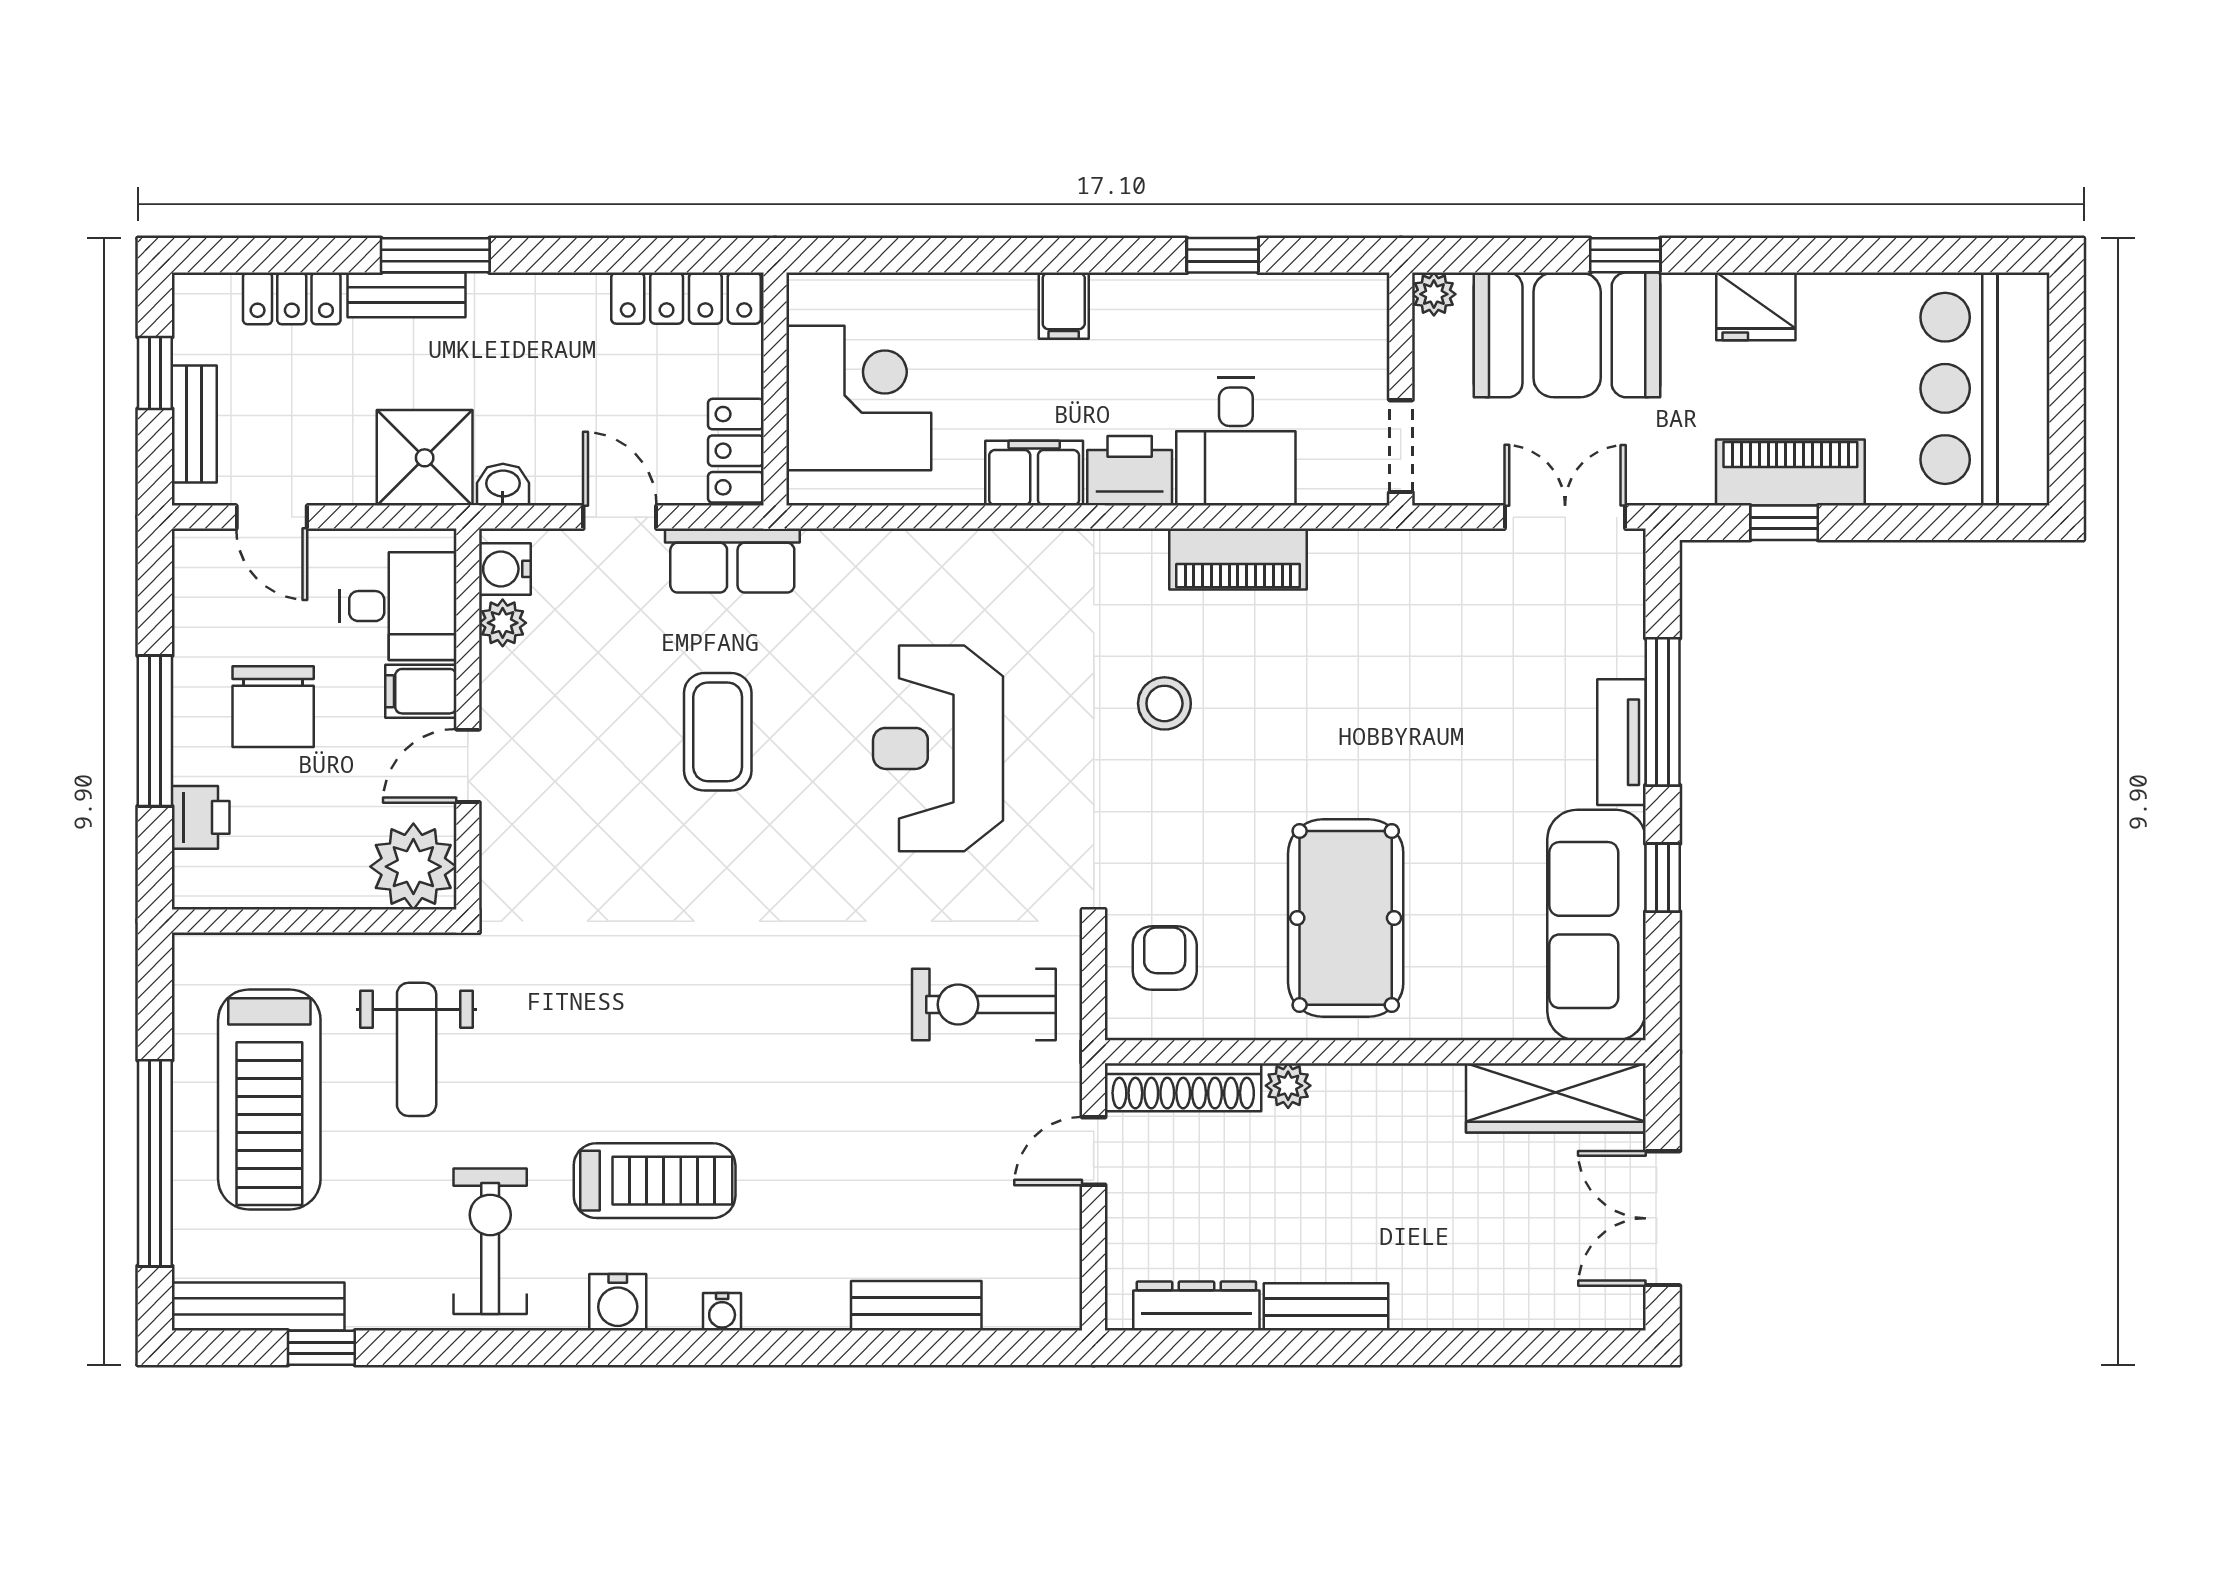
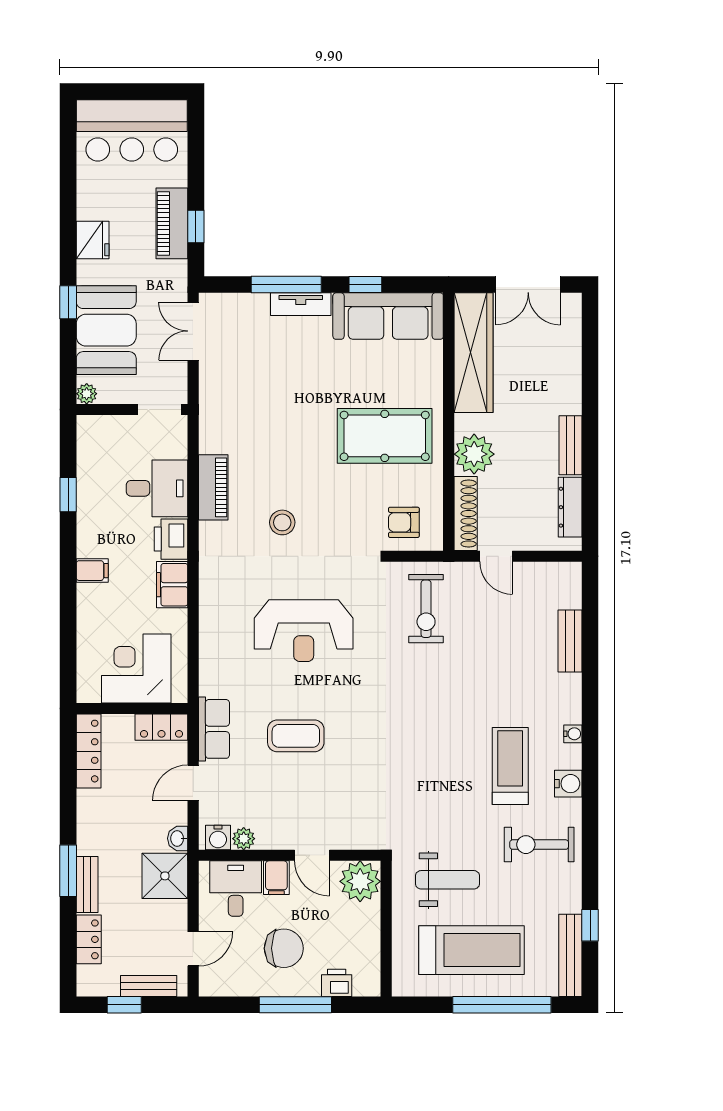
plant: (1288, 1086) -> (474, 454), width x1.87, depth x1.87
wardrobe: (1556, 1098) -> (474, 353), width x1.40, depth x1.17

